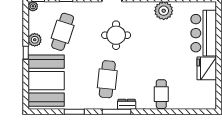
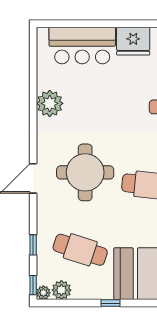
round table: (116, 35) -> (85, 172), width x1.36, depth x1.36
plant: (35, 40) -> (61, 290), moved

